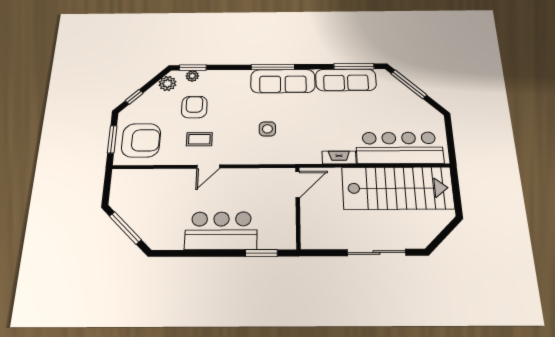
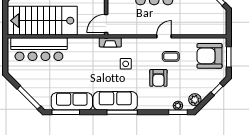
armchair: (194, 107) -> (158, 78), moved
fireplace: (339, 158) -> (110, 42), moved

